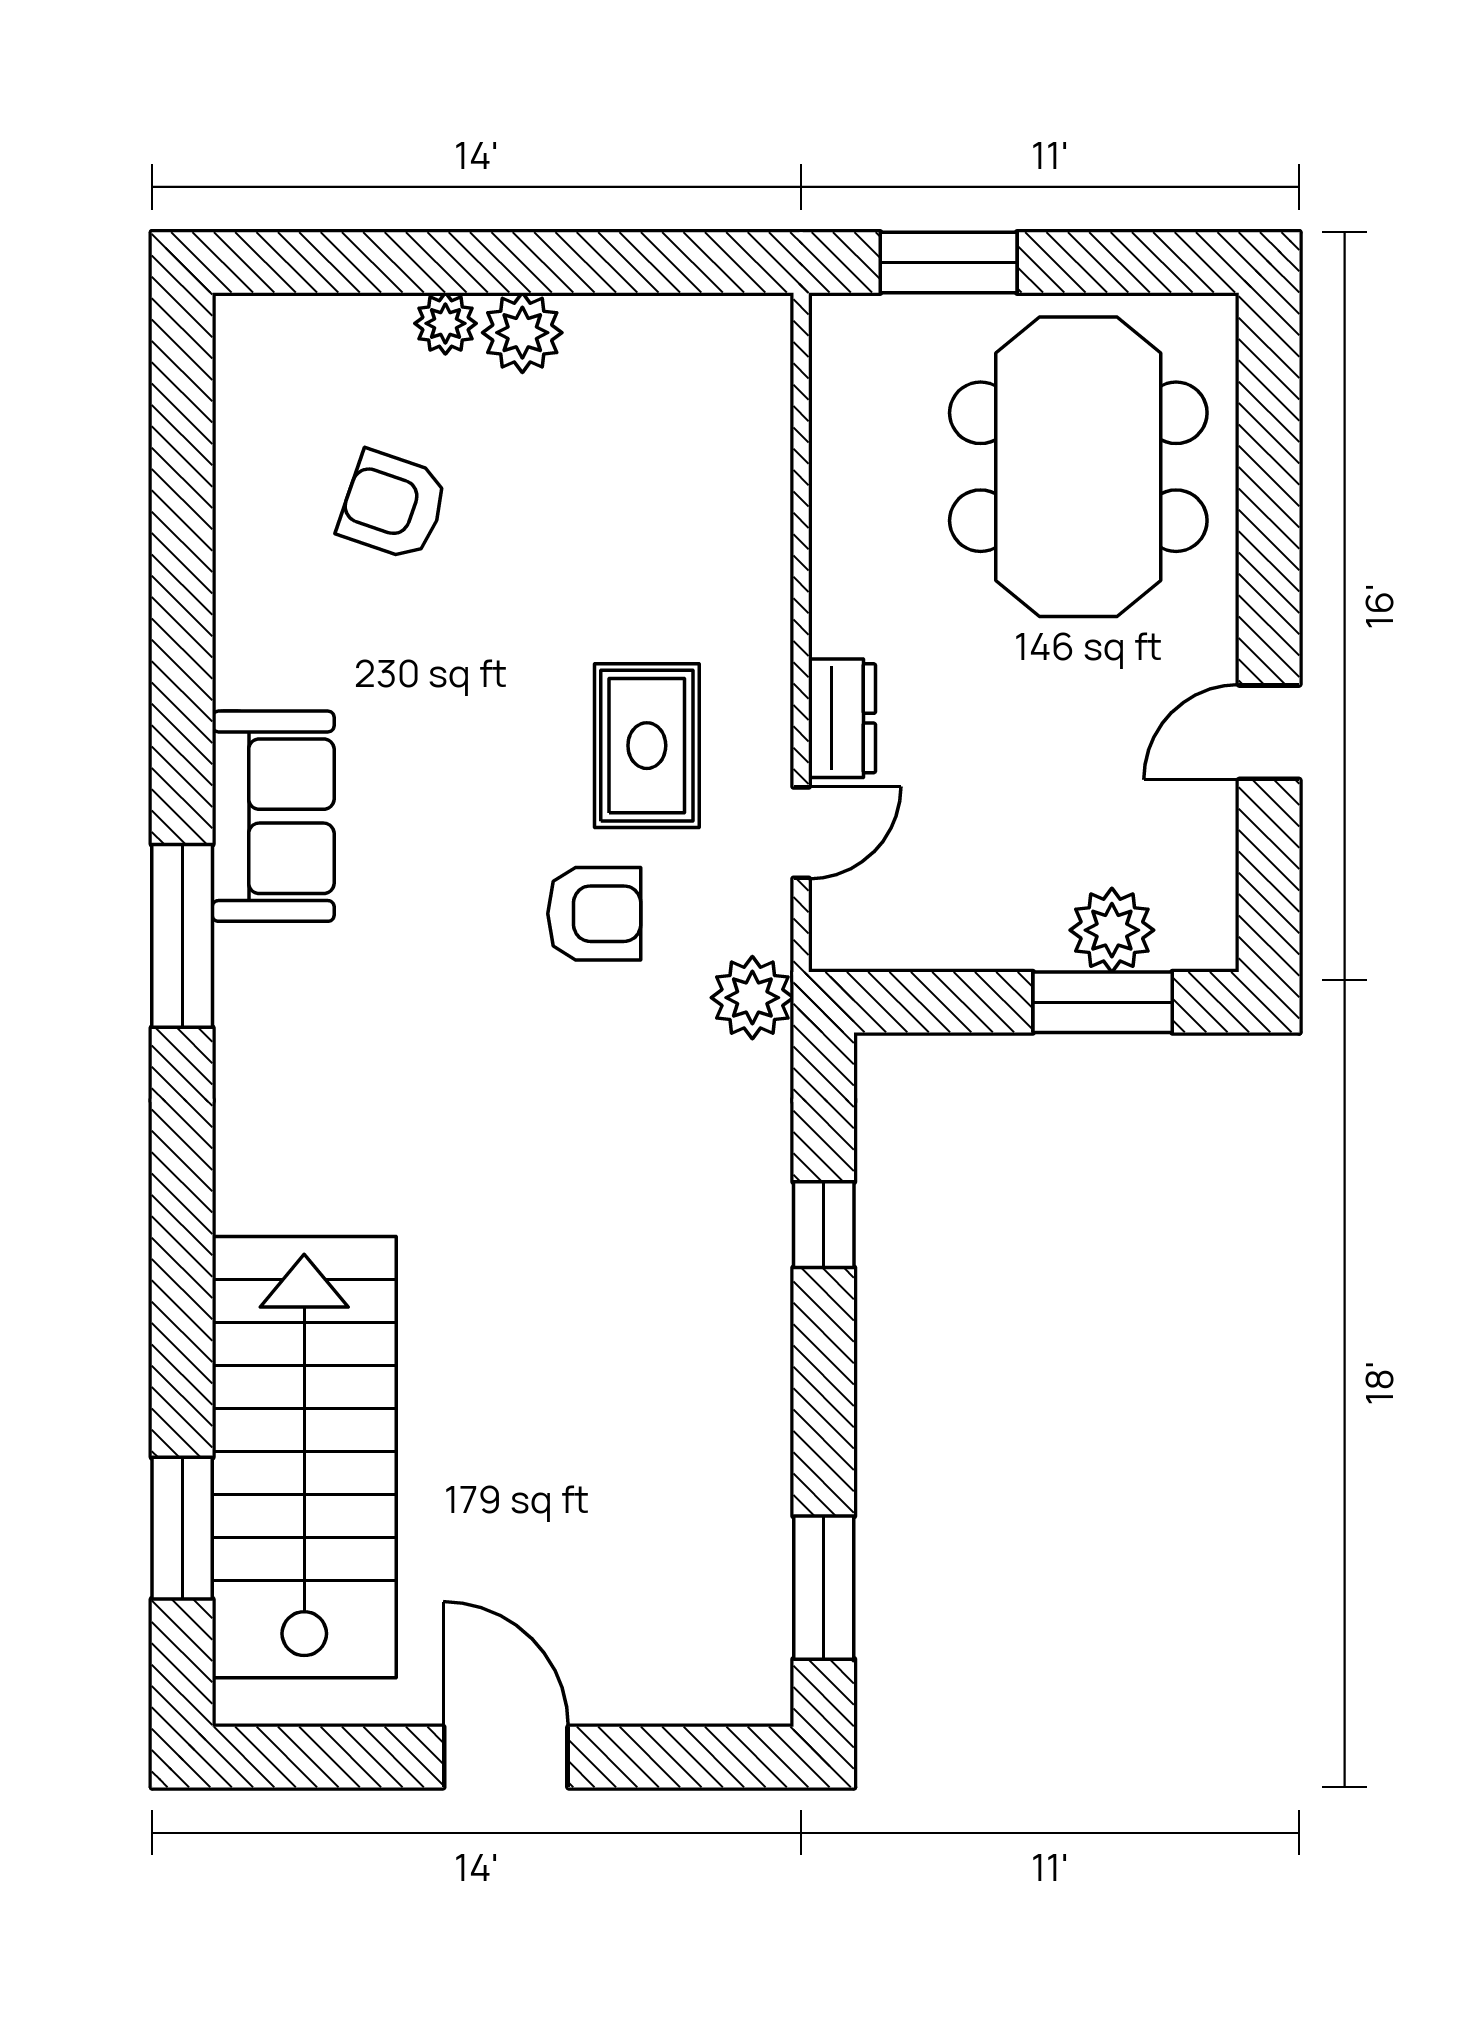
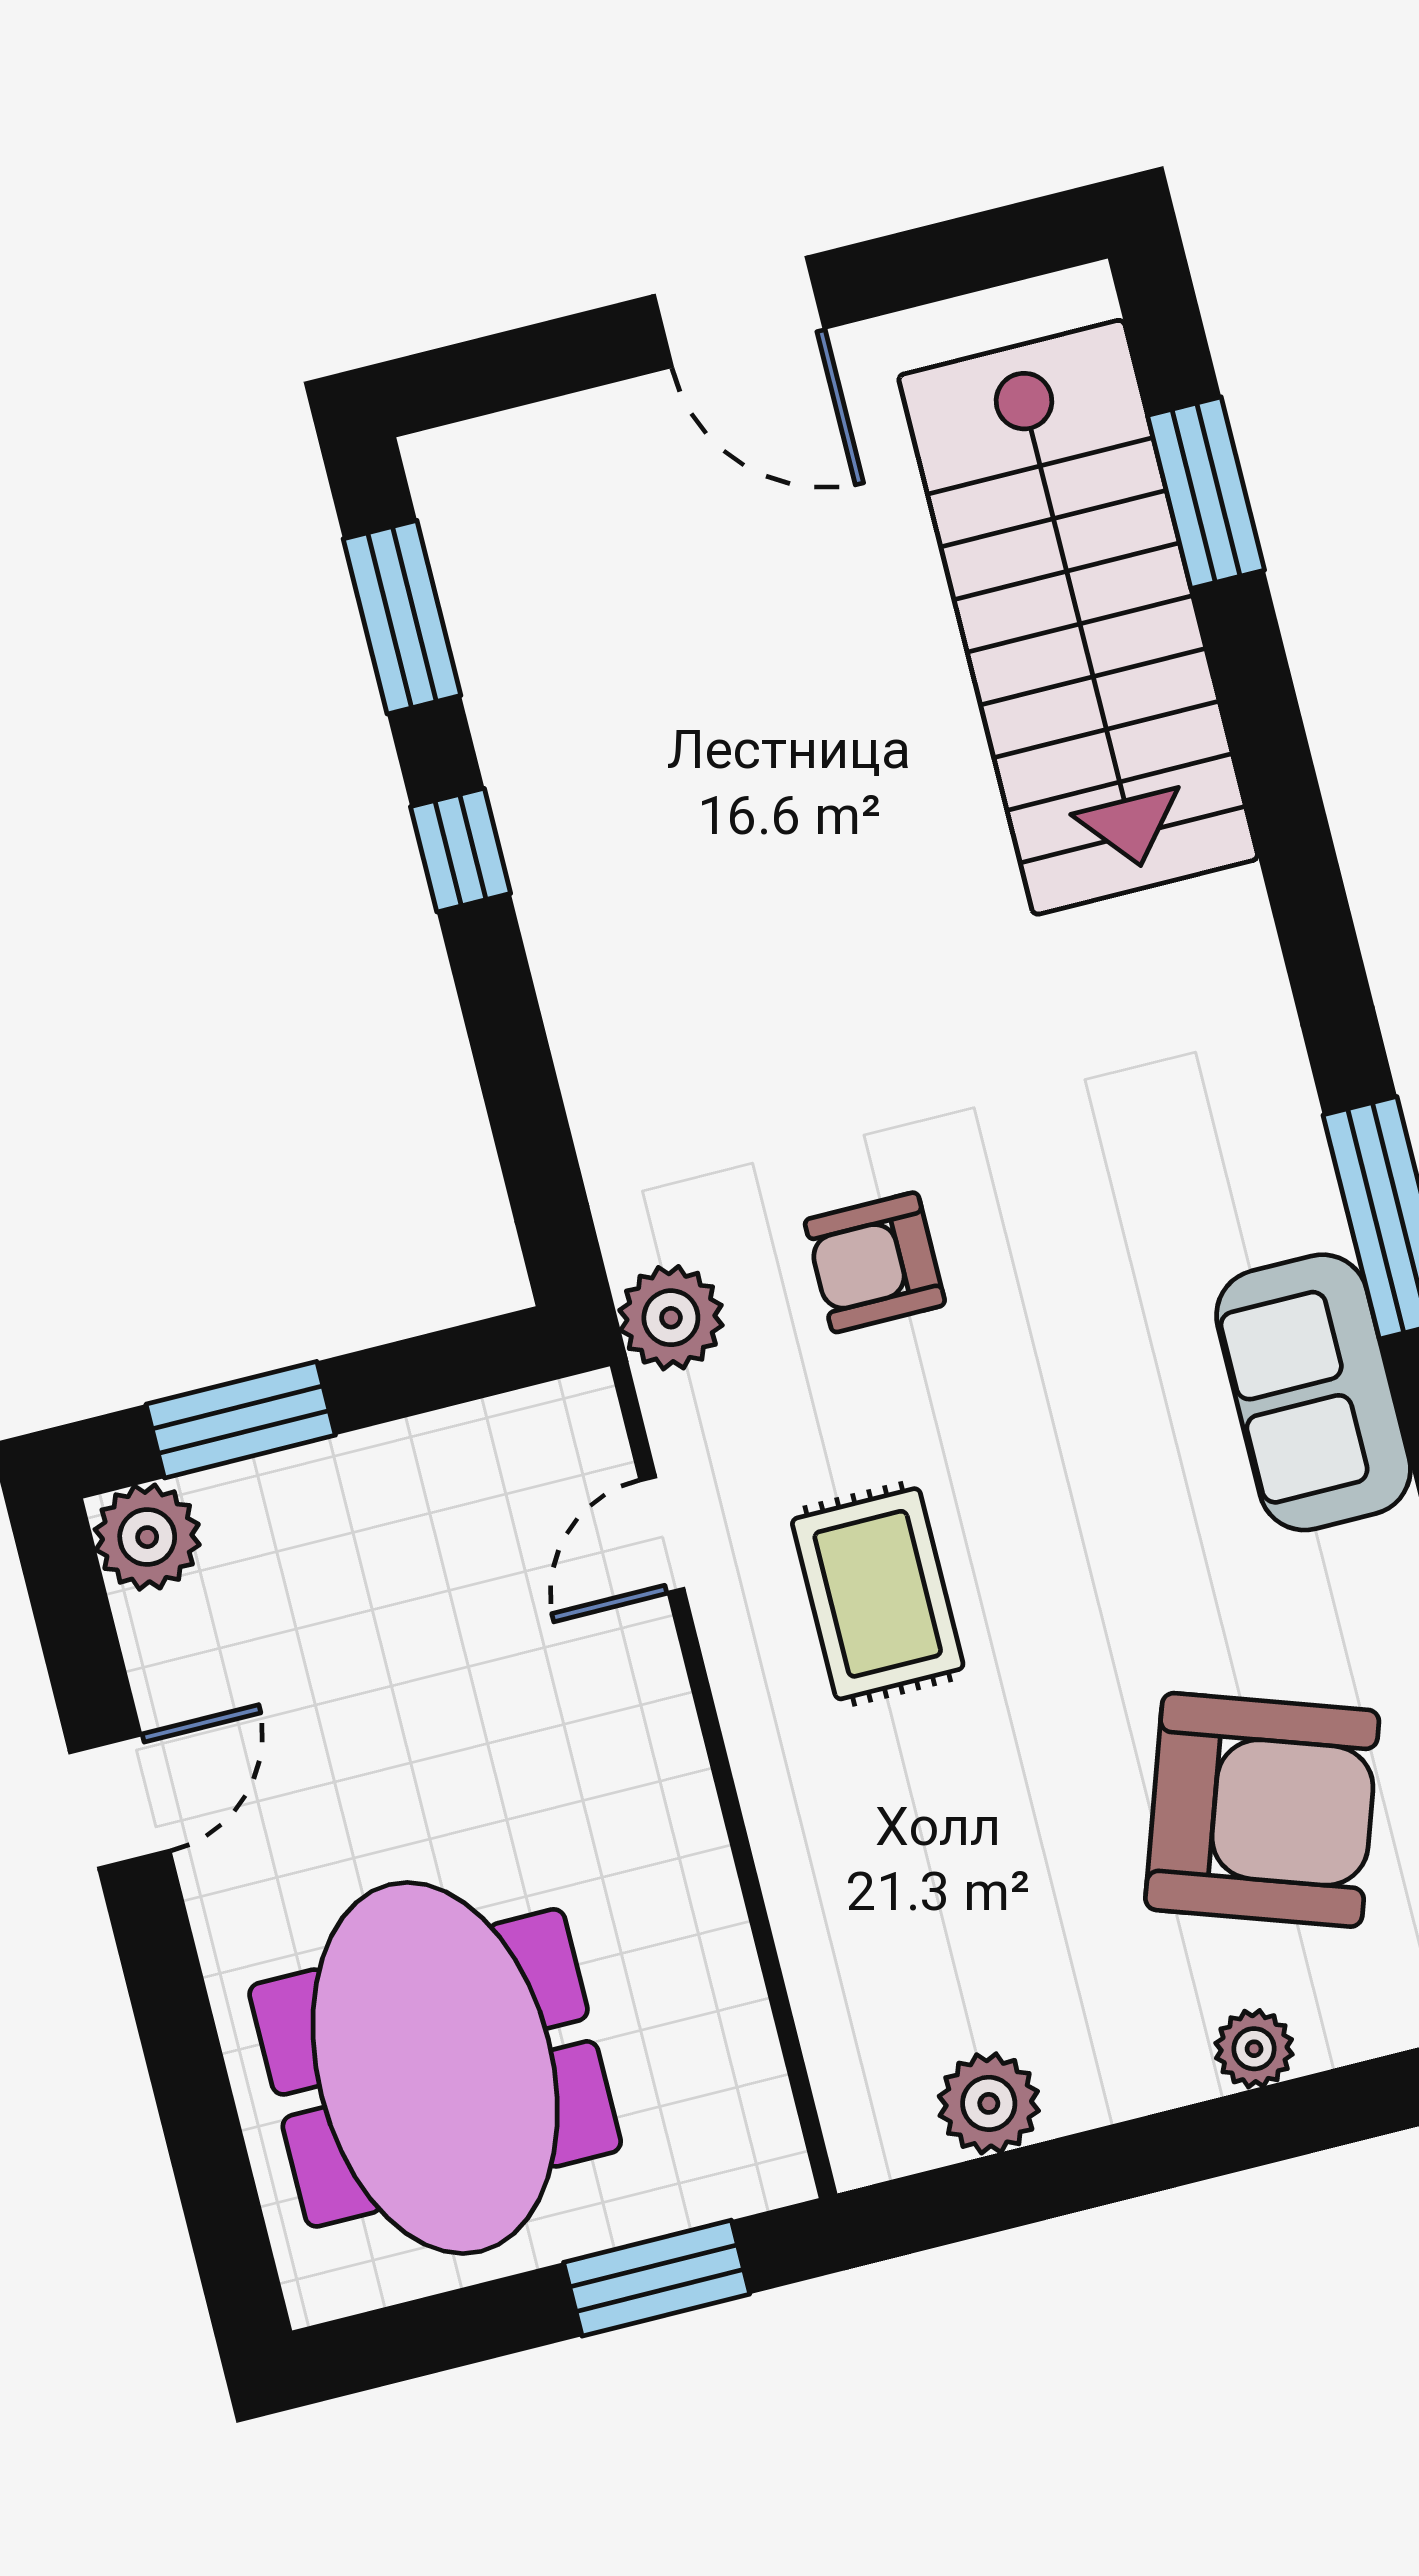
plant: (522, 333) -> (989, 2103), moved
armchair: (393, 505) -> (1262, 1810), width x1.88, depth x1.88
dresser: (842, 718) -> (647, 1687), removed
armchair: (594, 914) -> (875, 1262), moved
plant: (1112, 930) -> (147, 1537), moved
window: (824, 1225) -> (461, 850), moved

